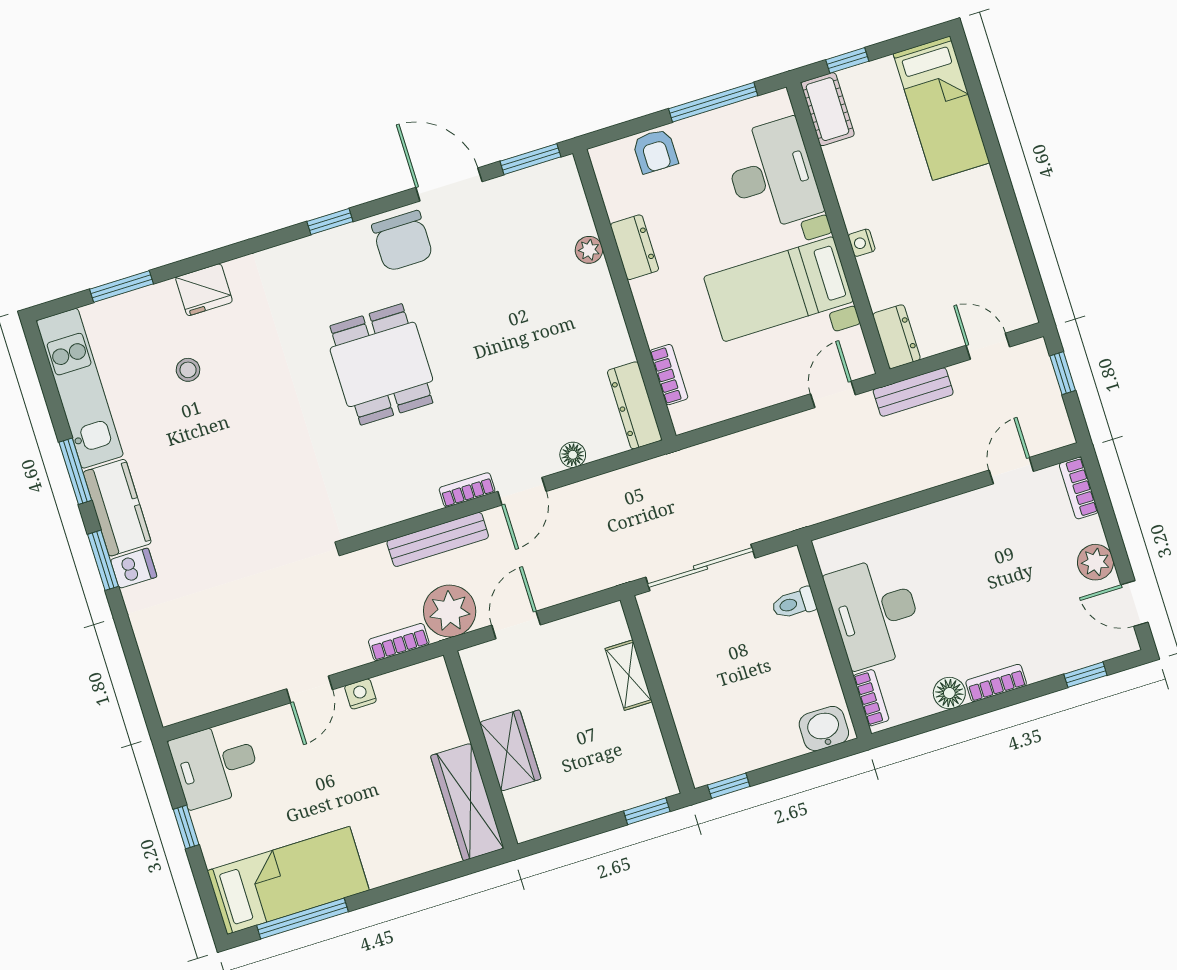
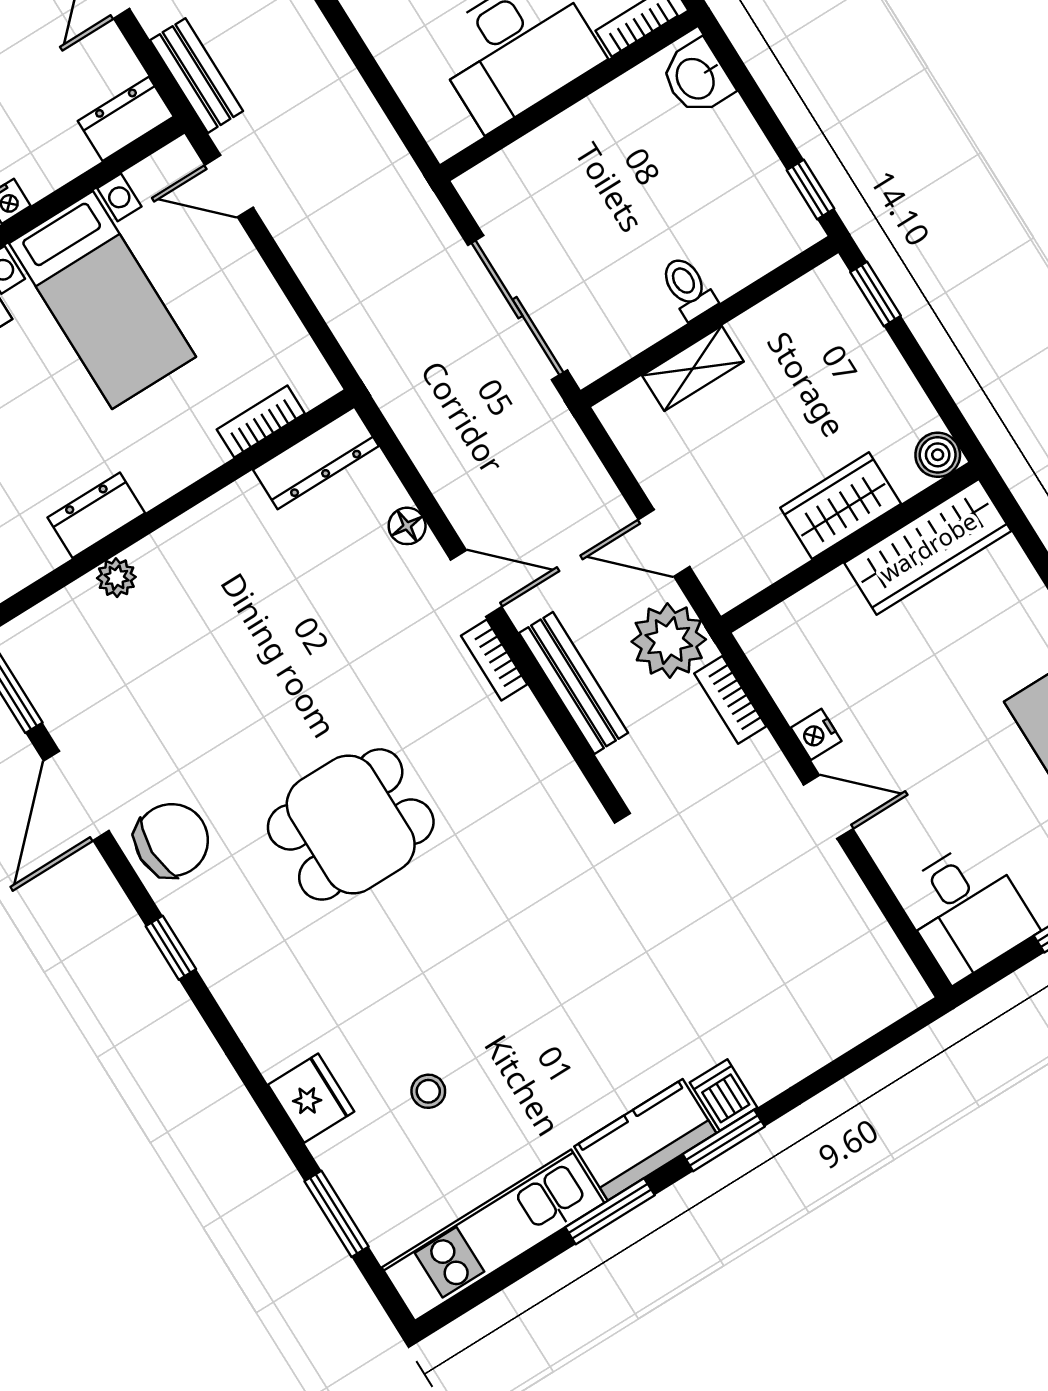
toilet: (794, 603) -> (688, 288), moved, turned 180
boiler: (528, 825) -> (938, 455), added

